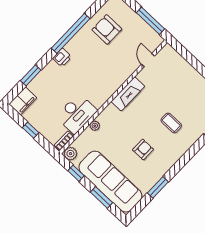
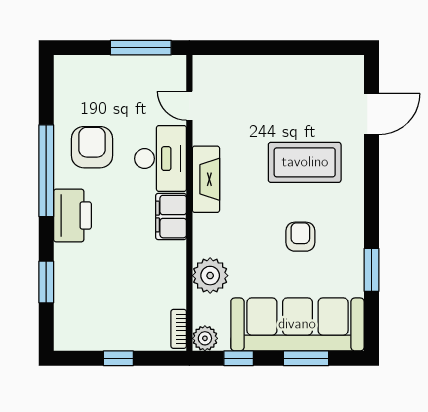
armchair: (107, 29) -> (92, 147), moved, turned 90
printer: (62, 58) -> (72, 215), width x1.87, depth x1.48
filing cabinet: (23, 101) -> (171, 217), moved, turned 180
desk: (77, 114) -> (161, 159), moved
coffee table: (171, 123) -> (305, 162), width x1.86, depth x1.72
plant: (95, 126) -> (210, 276), width x1.88, depth x1.88

